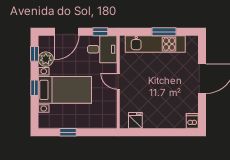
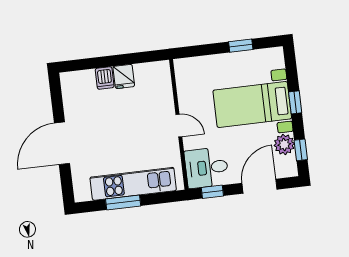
fridge: (135, 120) -> (124, 76), moved
dishwasher: (192, 121) -> (105, 78), moved

